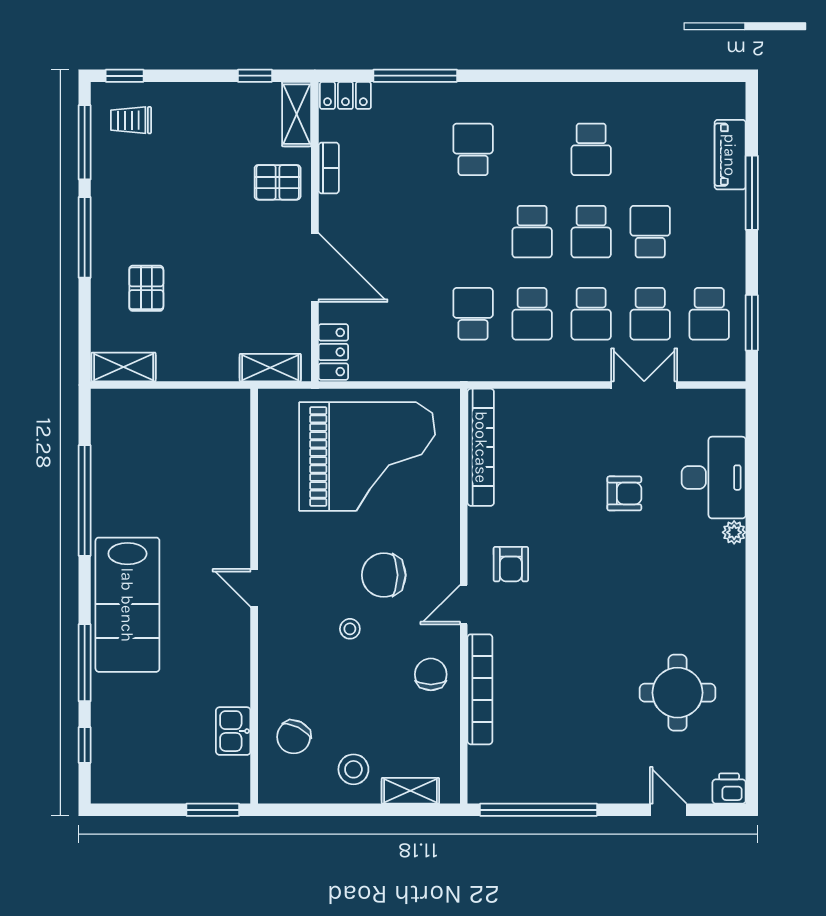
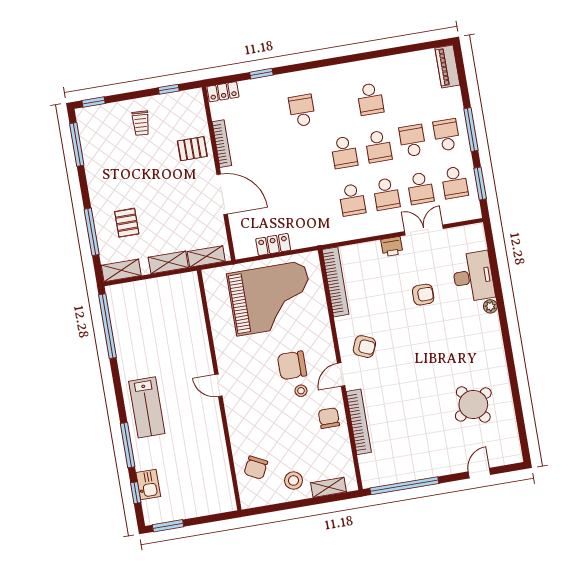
window: (415, 76) -> (261, 74), width x0.46
shelving: (297, 114) -> (168, 262), moved, turned 90
trolley: (131, 120) -> (141, 123), moved, turned -86
piano: (730, 155) -> (447, 66), moved
bookcase: (329, 168) -> (222, 144), width x1.56
window: (752, 193) -> (471, 129), moved
window: (85, 237) -> (92, 232), moved
school desk: (473, 314) -> (447, 135), moved
locker: (333, 352) -> (273, 244), moved, turned -90
window: (85, 500) -> (108, 326), moved
armchair: (511, 564) -> (364, 347), turned -67
lab bench: (127, 605) -> (147, 407), width x0.73, depth x0.72
stool: (350, 629) -> (301, 391), moved
round table: (678, 693) -> (473, 404), turned -33
kitchen sink: (233, 731) -> (148, 484), moved, turned 180
printer: (729, 789) -> (392, 247), moved, turned 180
window: (213, 810) -> (168, 526), moved
door: (668, 810) -> (479, 473), hinge flipped

